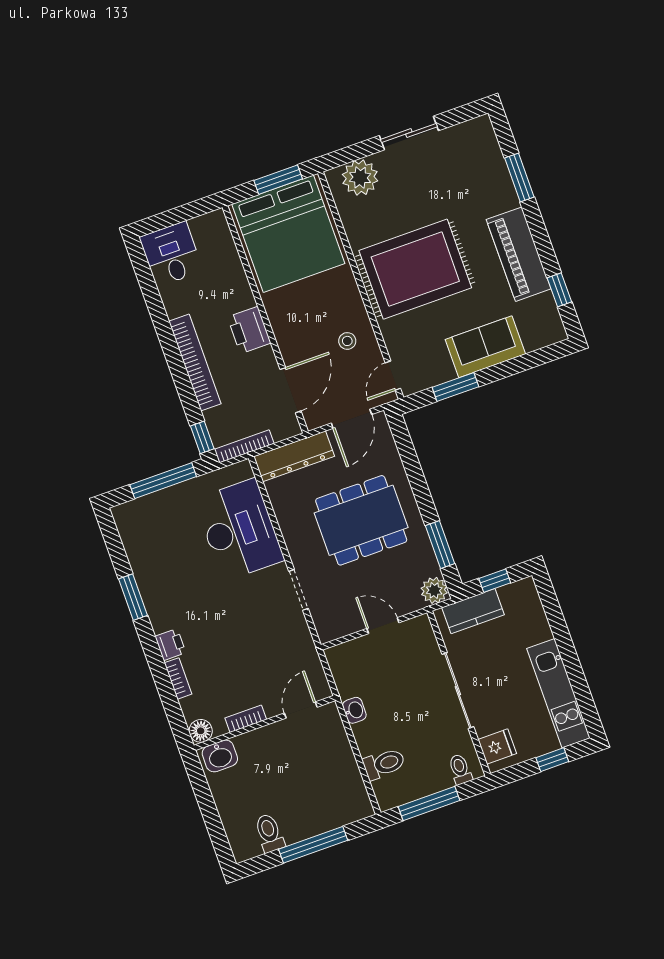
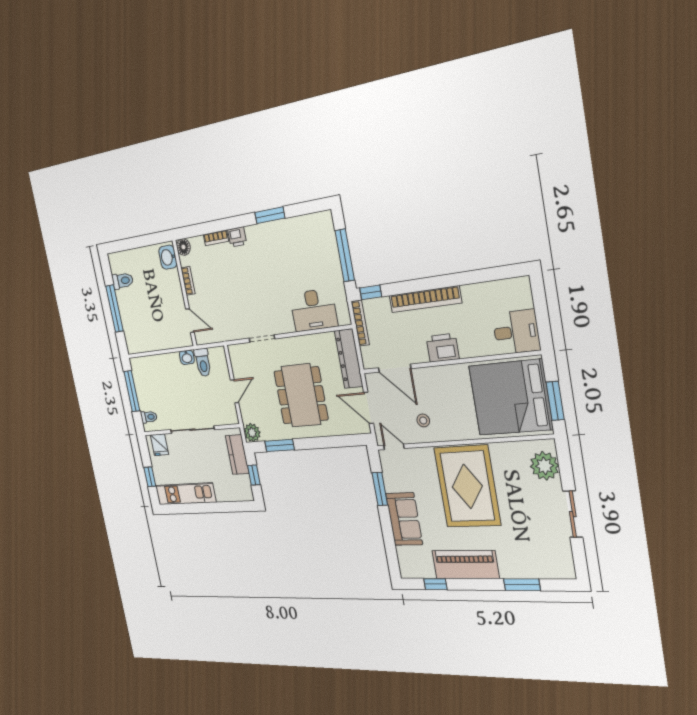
desk: (171, 254) -> (516, 332), moved
desk: (239, 530) -> (314, 310), width x0.73, depth x0.77
toilet: (384, 764) -> (203, 362), moved

